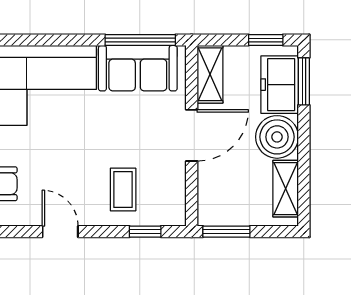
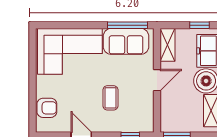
door: (192, 135) -> (157, 80), width x0.73
coffee table: (123, 189) -> (110, 98), moved

